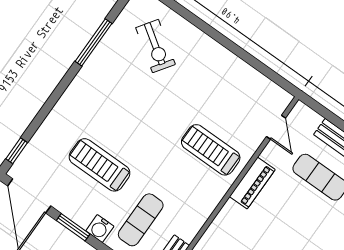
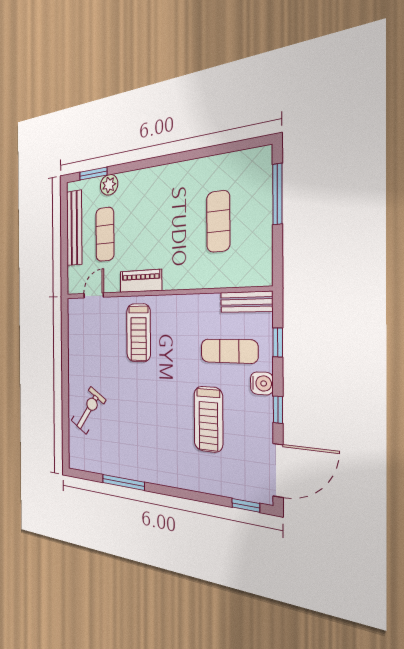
exercise bike: (155, 46) -> (88, 410), moved
window: (73, 227) -> (278, 410), width x0.67

